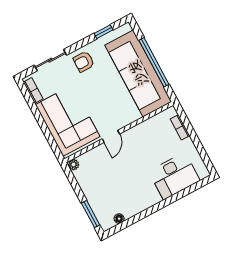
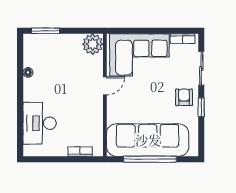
window: (103, 32) -> (201, 107), moved
door: (111, 136) -> (105, 86), swing flipped
plant: (74, 165) -> (93, 44), width x1.88, depth x1.88
floor lamp: (119, 219) -> (28, 72), moved

